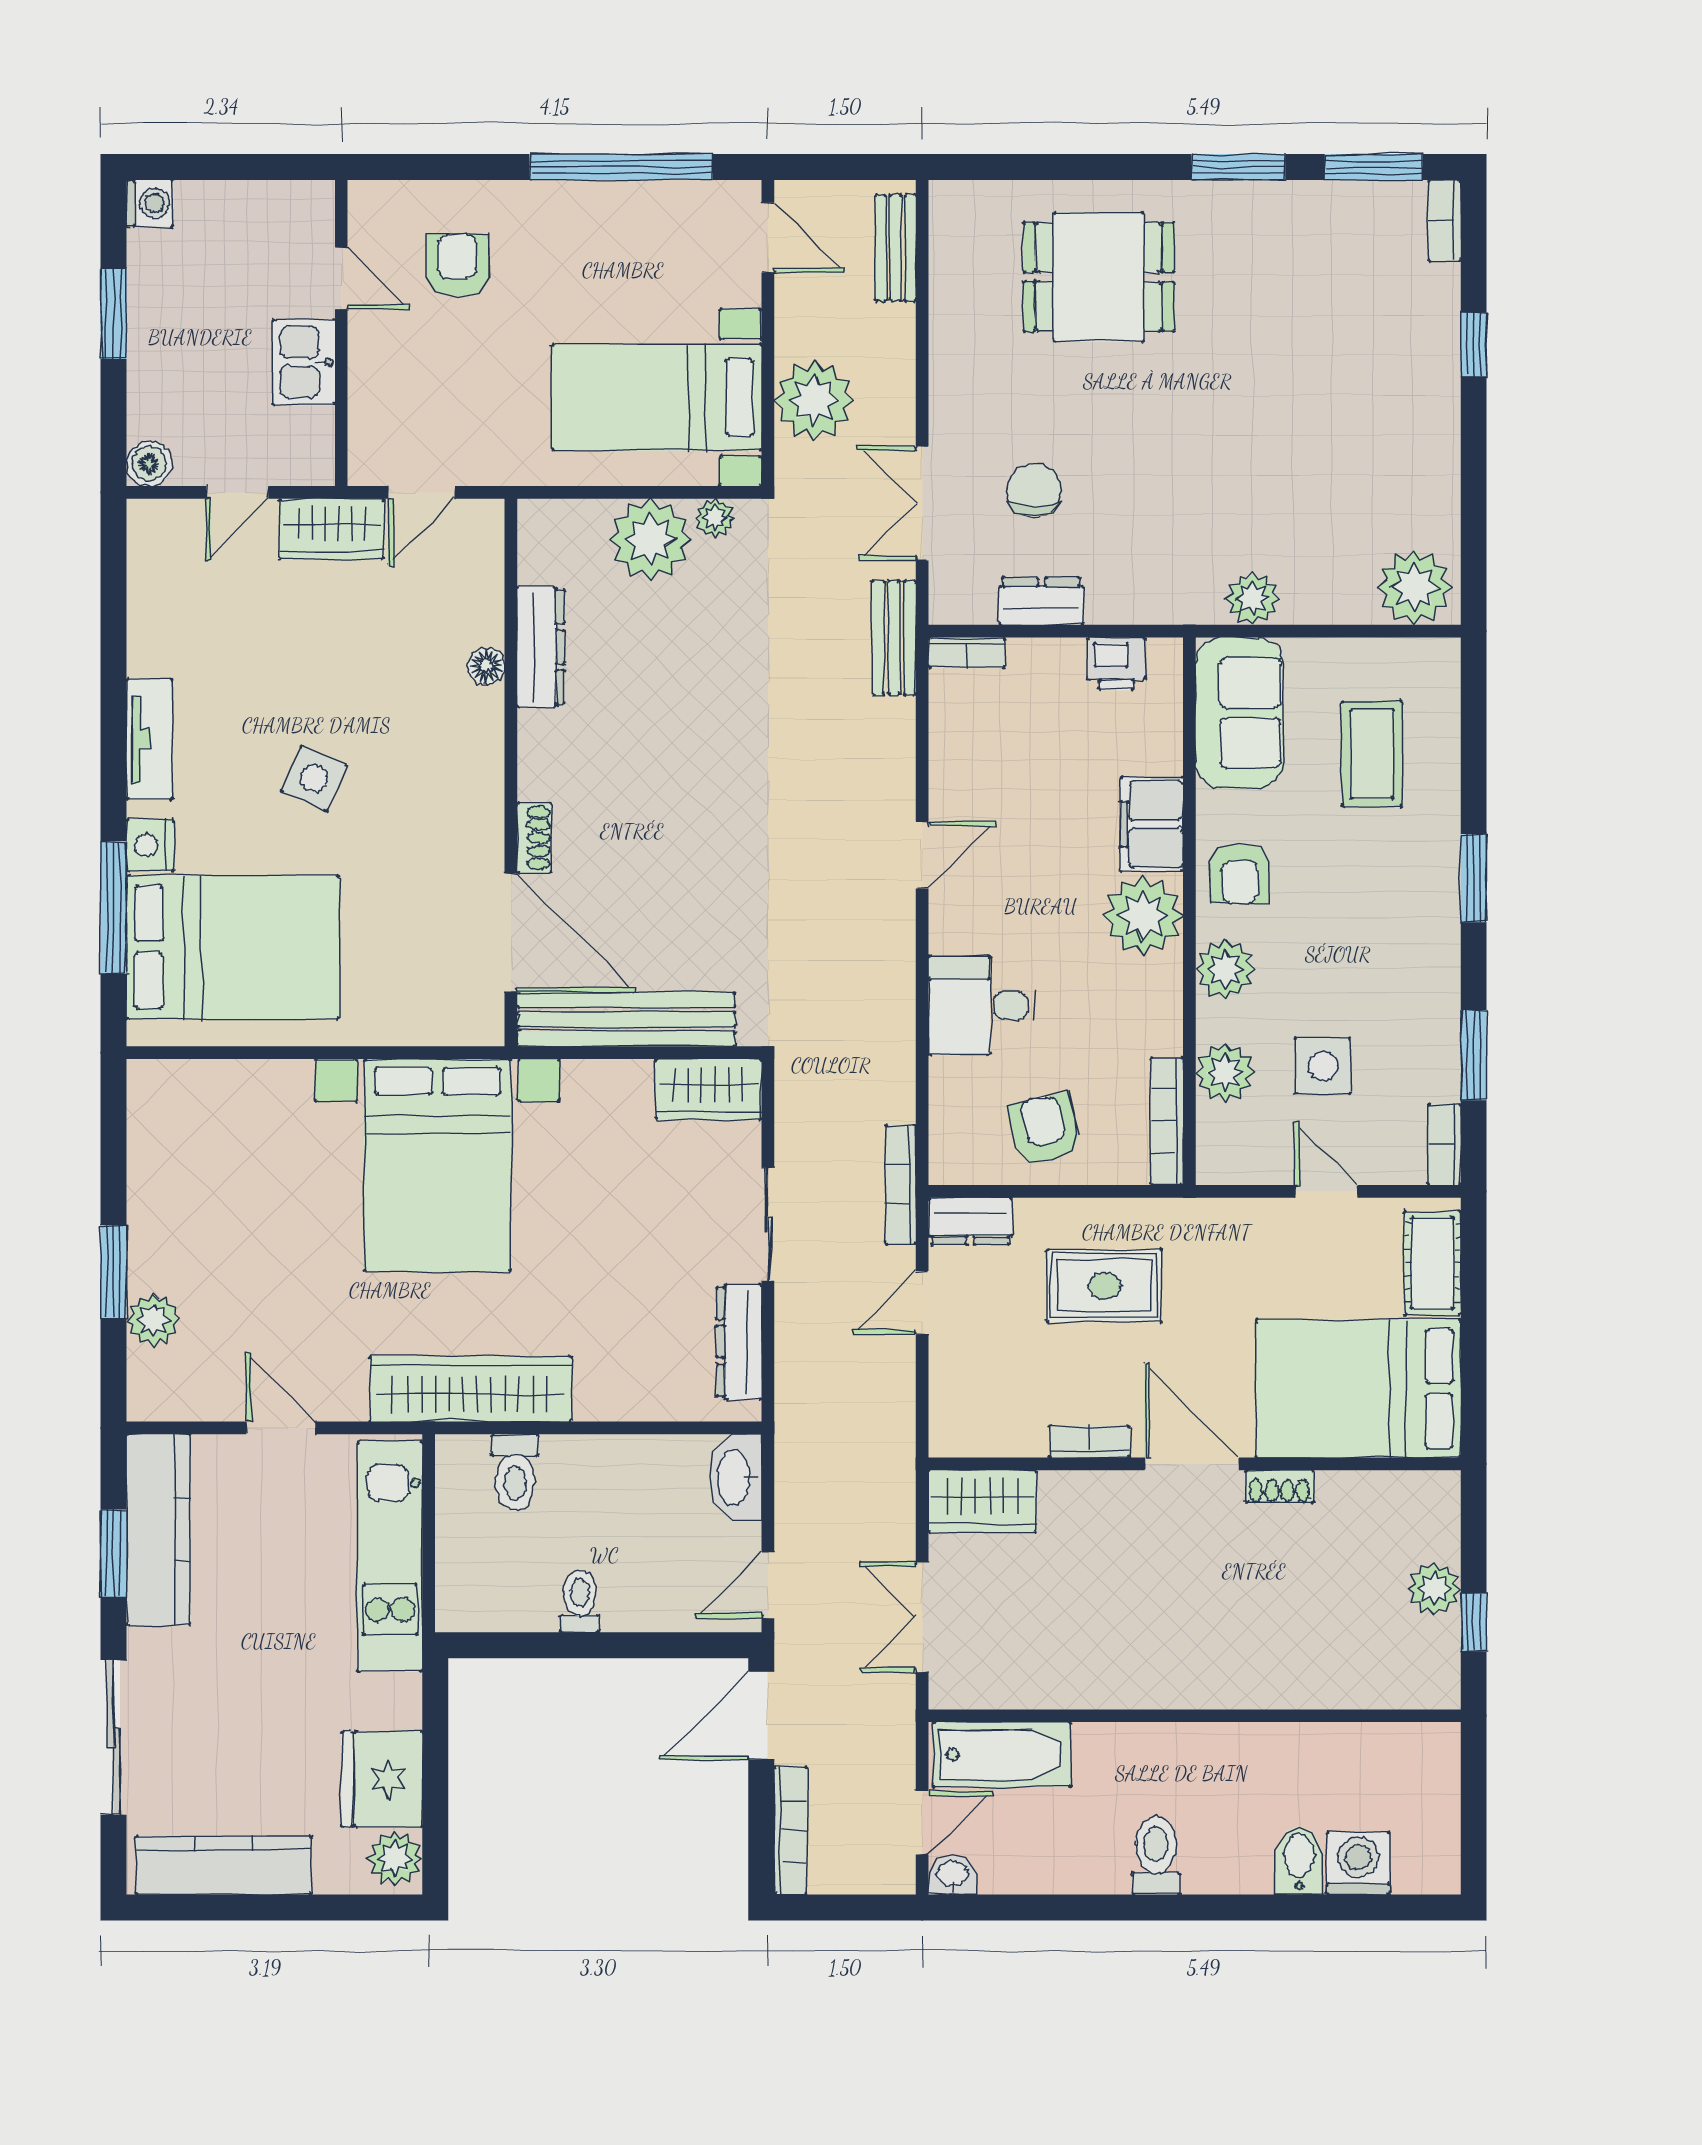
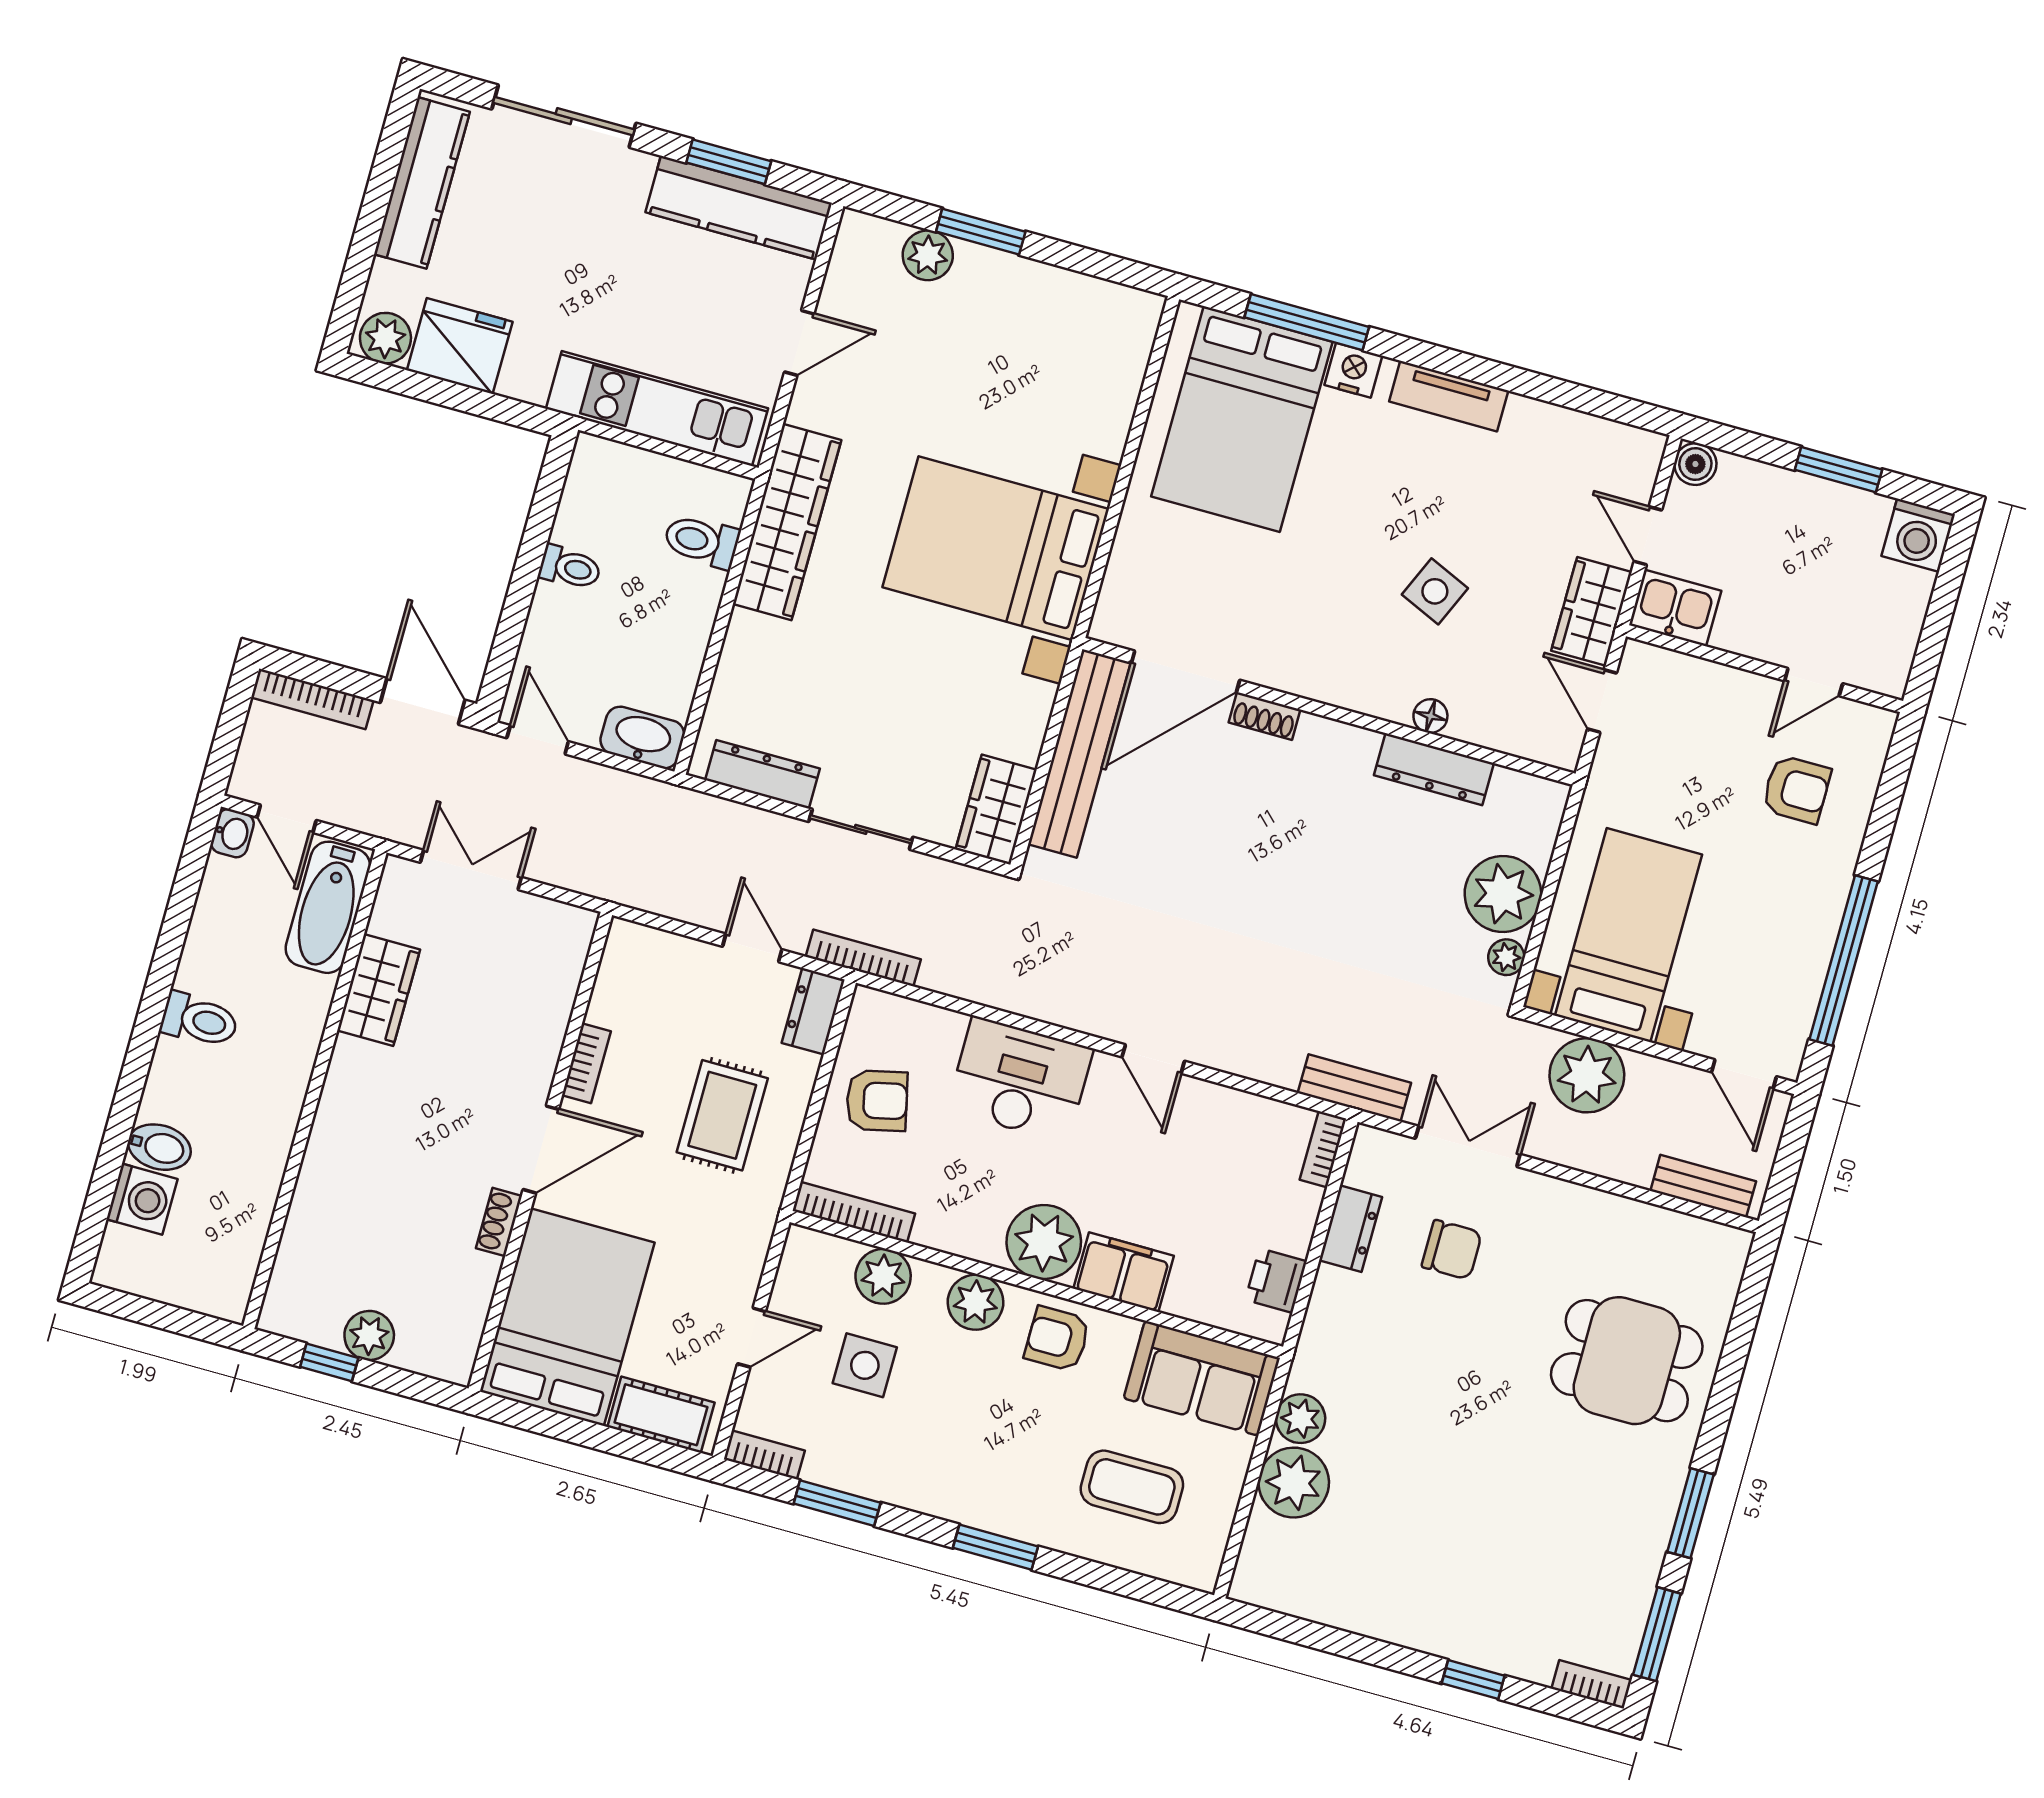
washing machine: (150, 203) -> (1918, 535), width x1.38, depth x1.38
door: (768, 238) -> (1744, 1074), hinge flipped
dining table: (1099, 277) -> (1627, 1361), turned 90
kitchen sink: (304, 362) -> (1675, 608), moved
plant: (1415, 587) -> (1294, 1483), moved
side table: (314, 778) -> (1435, 591), moved
desk: (982, 1006) -> (1020, 1080), width x1.37
wardrobe: (982, 1501) -> (379, 990), moved, turned 180

